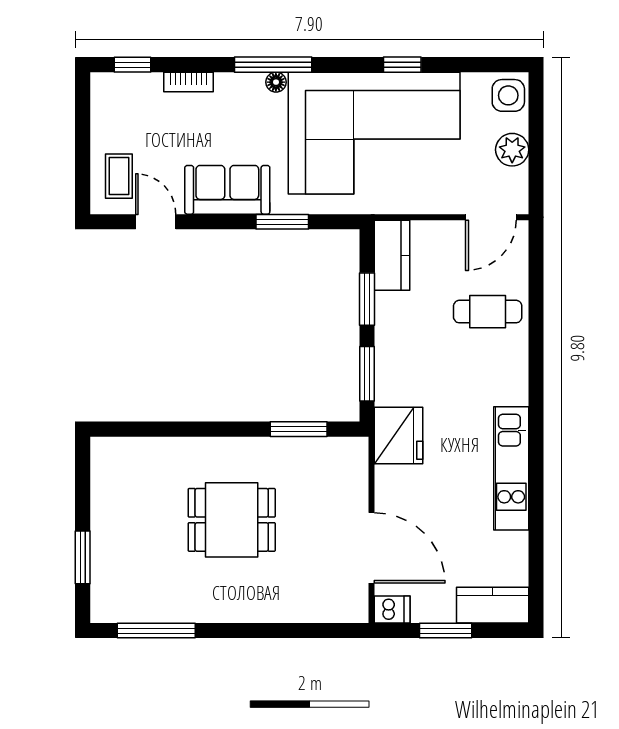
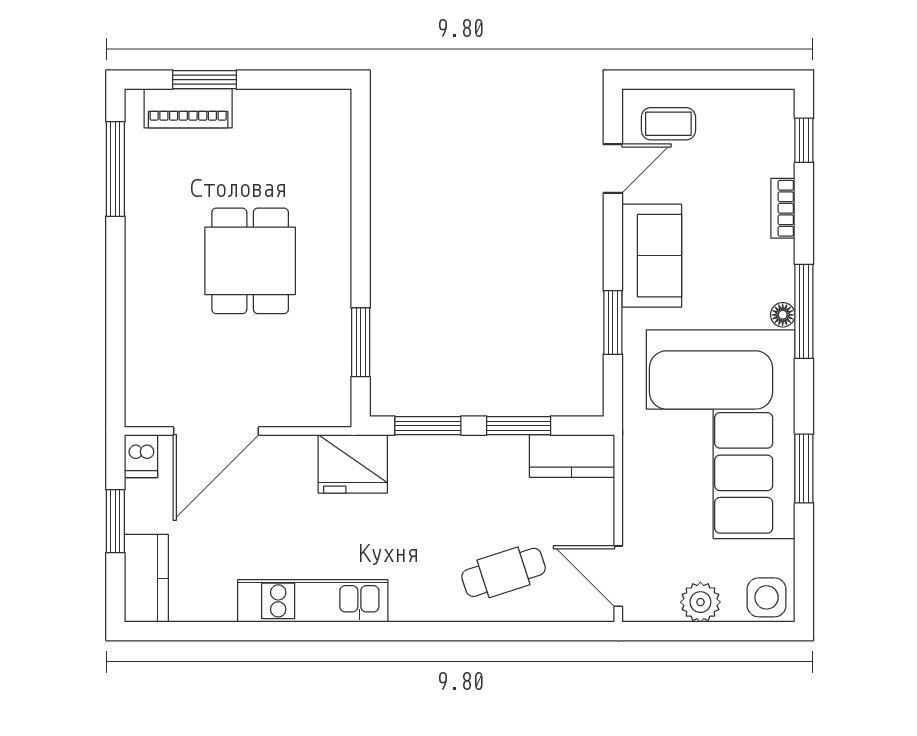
window: (402, 65) -> (804, 468), width x1.50
cafe table: (488, 312) -> (504, 572), turned 72
piano: (106, 571) -> (188, 108), added

